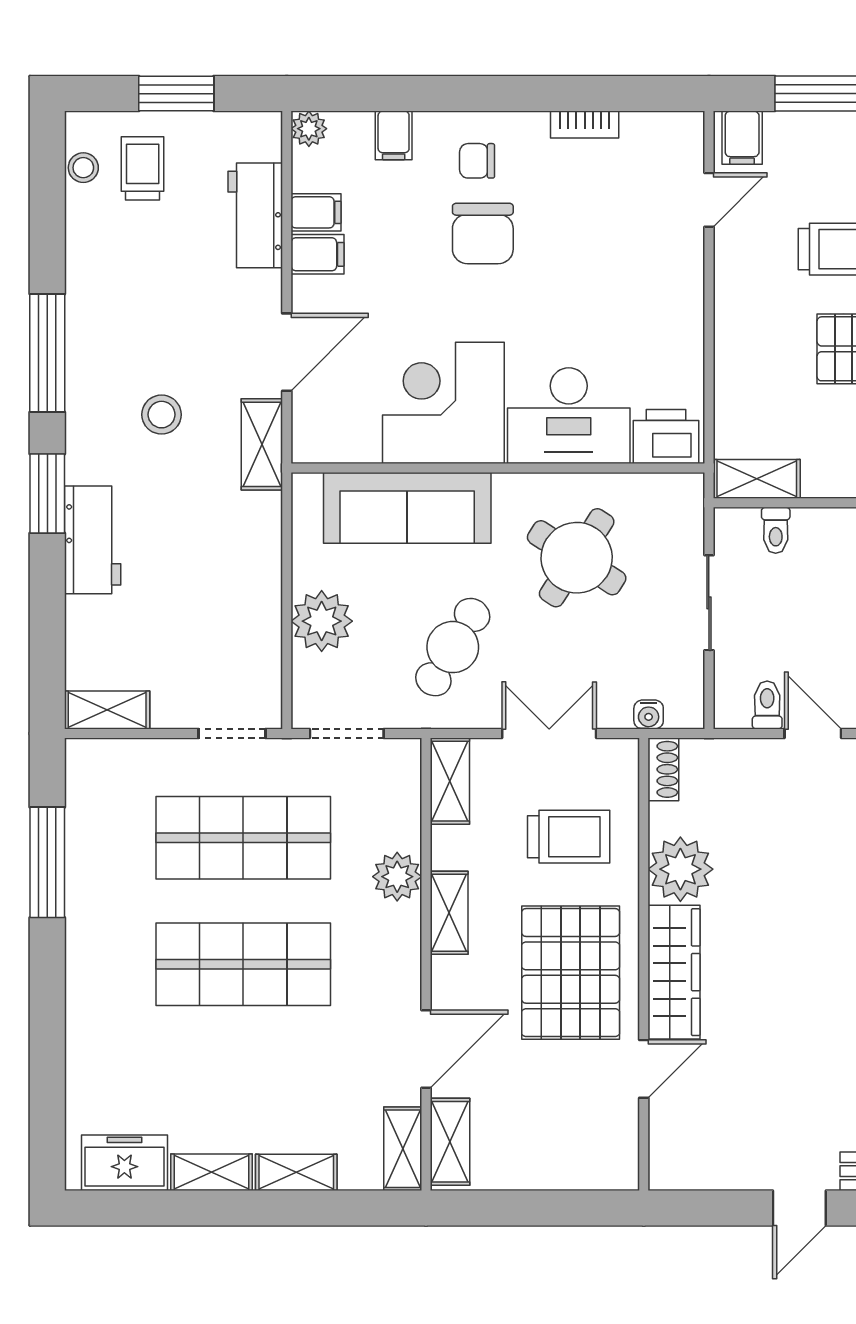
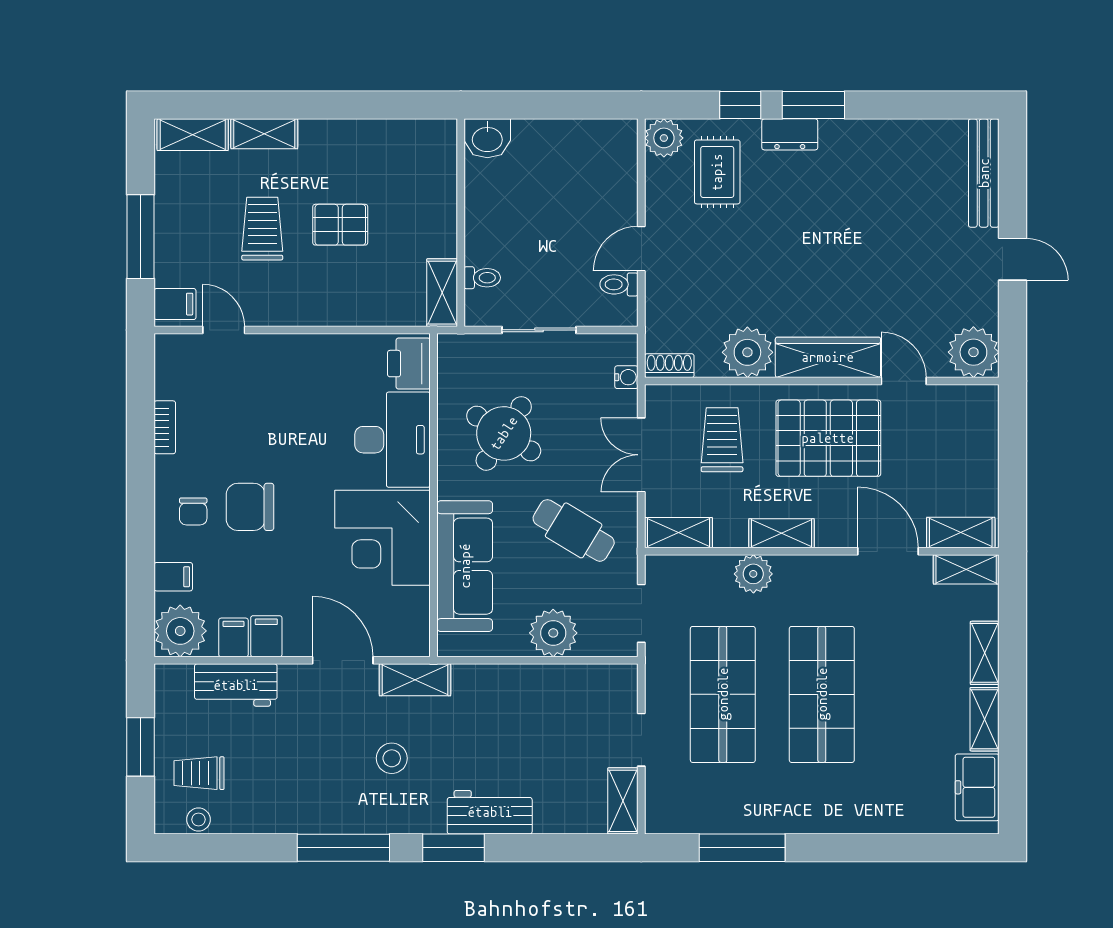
plant: (309, 129) -> (180, 631), width x1.87, depth x1.87
chair: (483, 233) -> (250, 507), turned 180
doorway: (232, 734) -> (641, 740), moved
plant: (681, 1158) -> (973, 352), added

